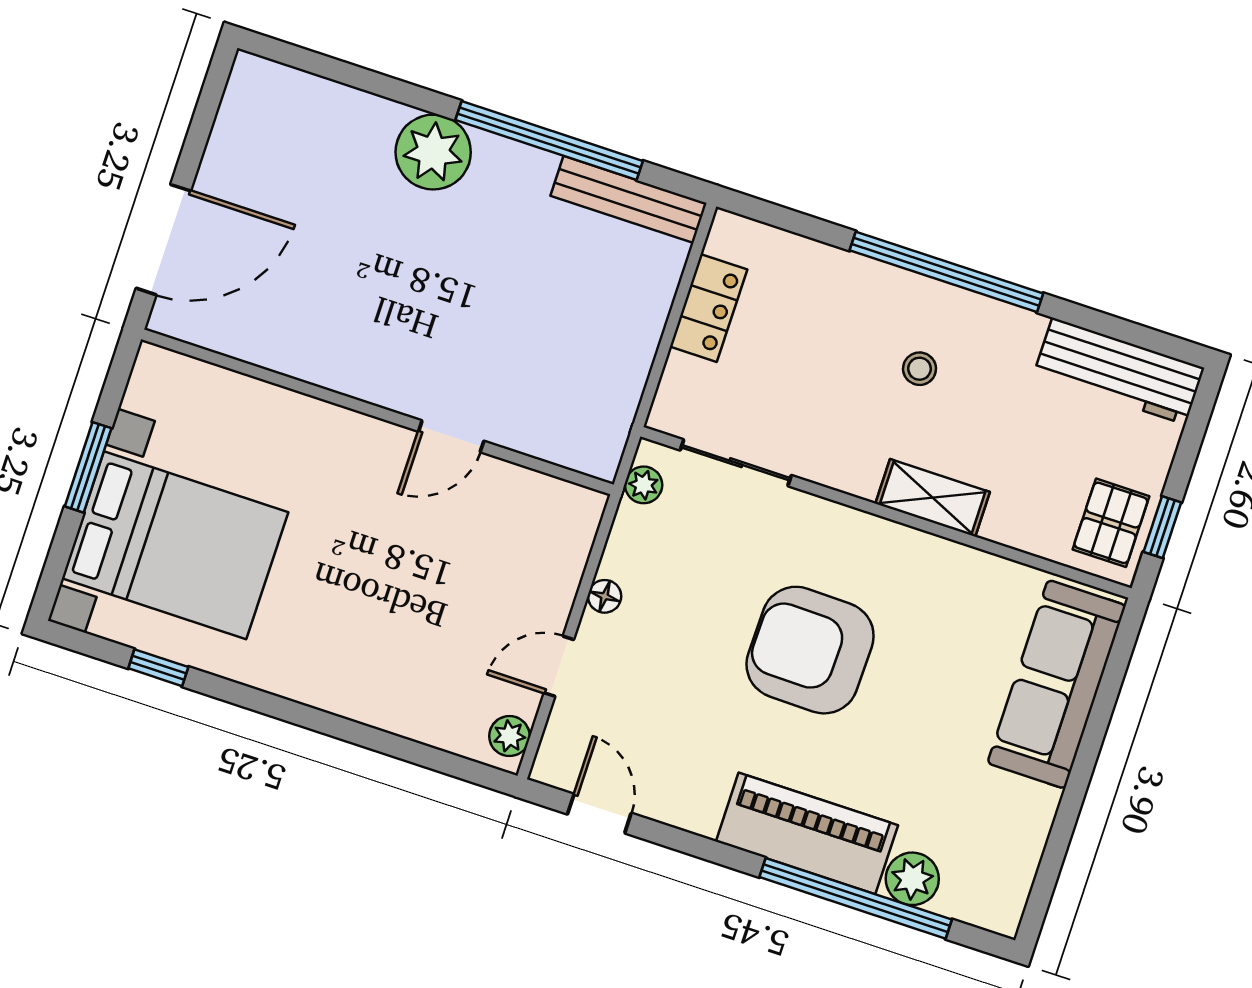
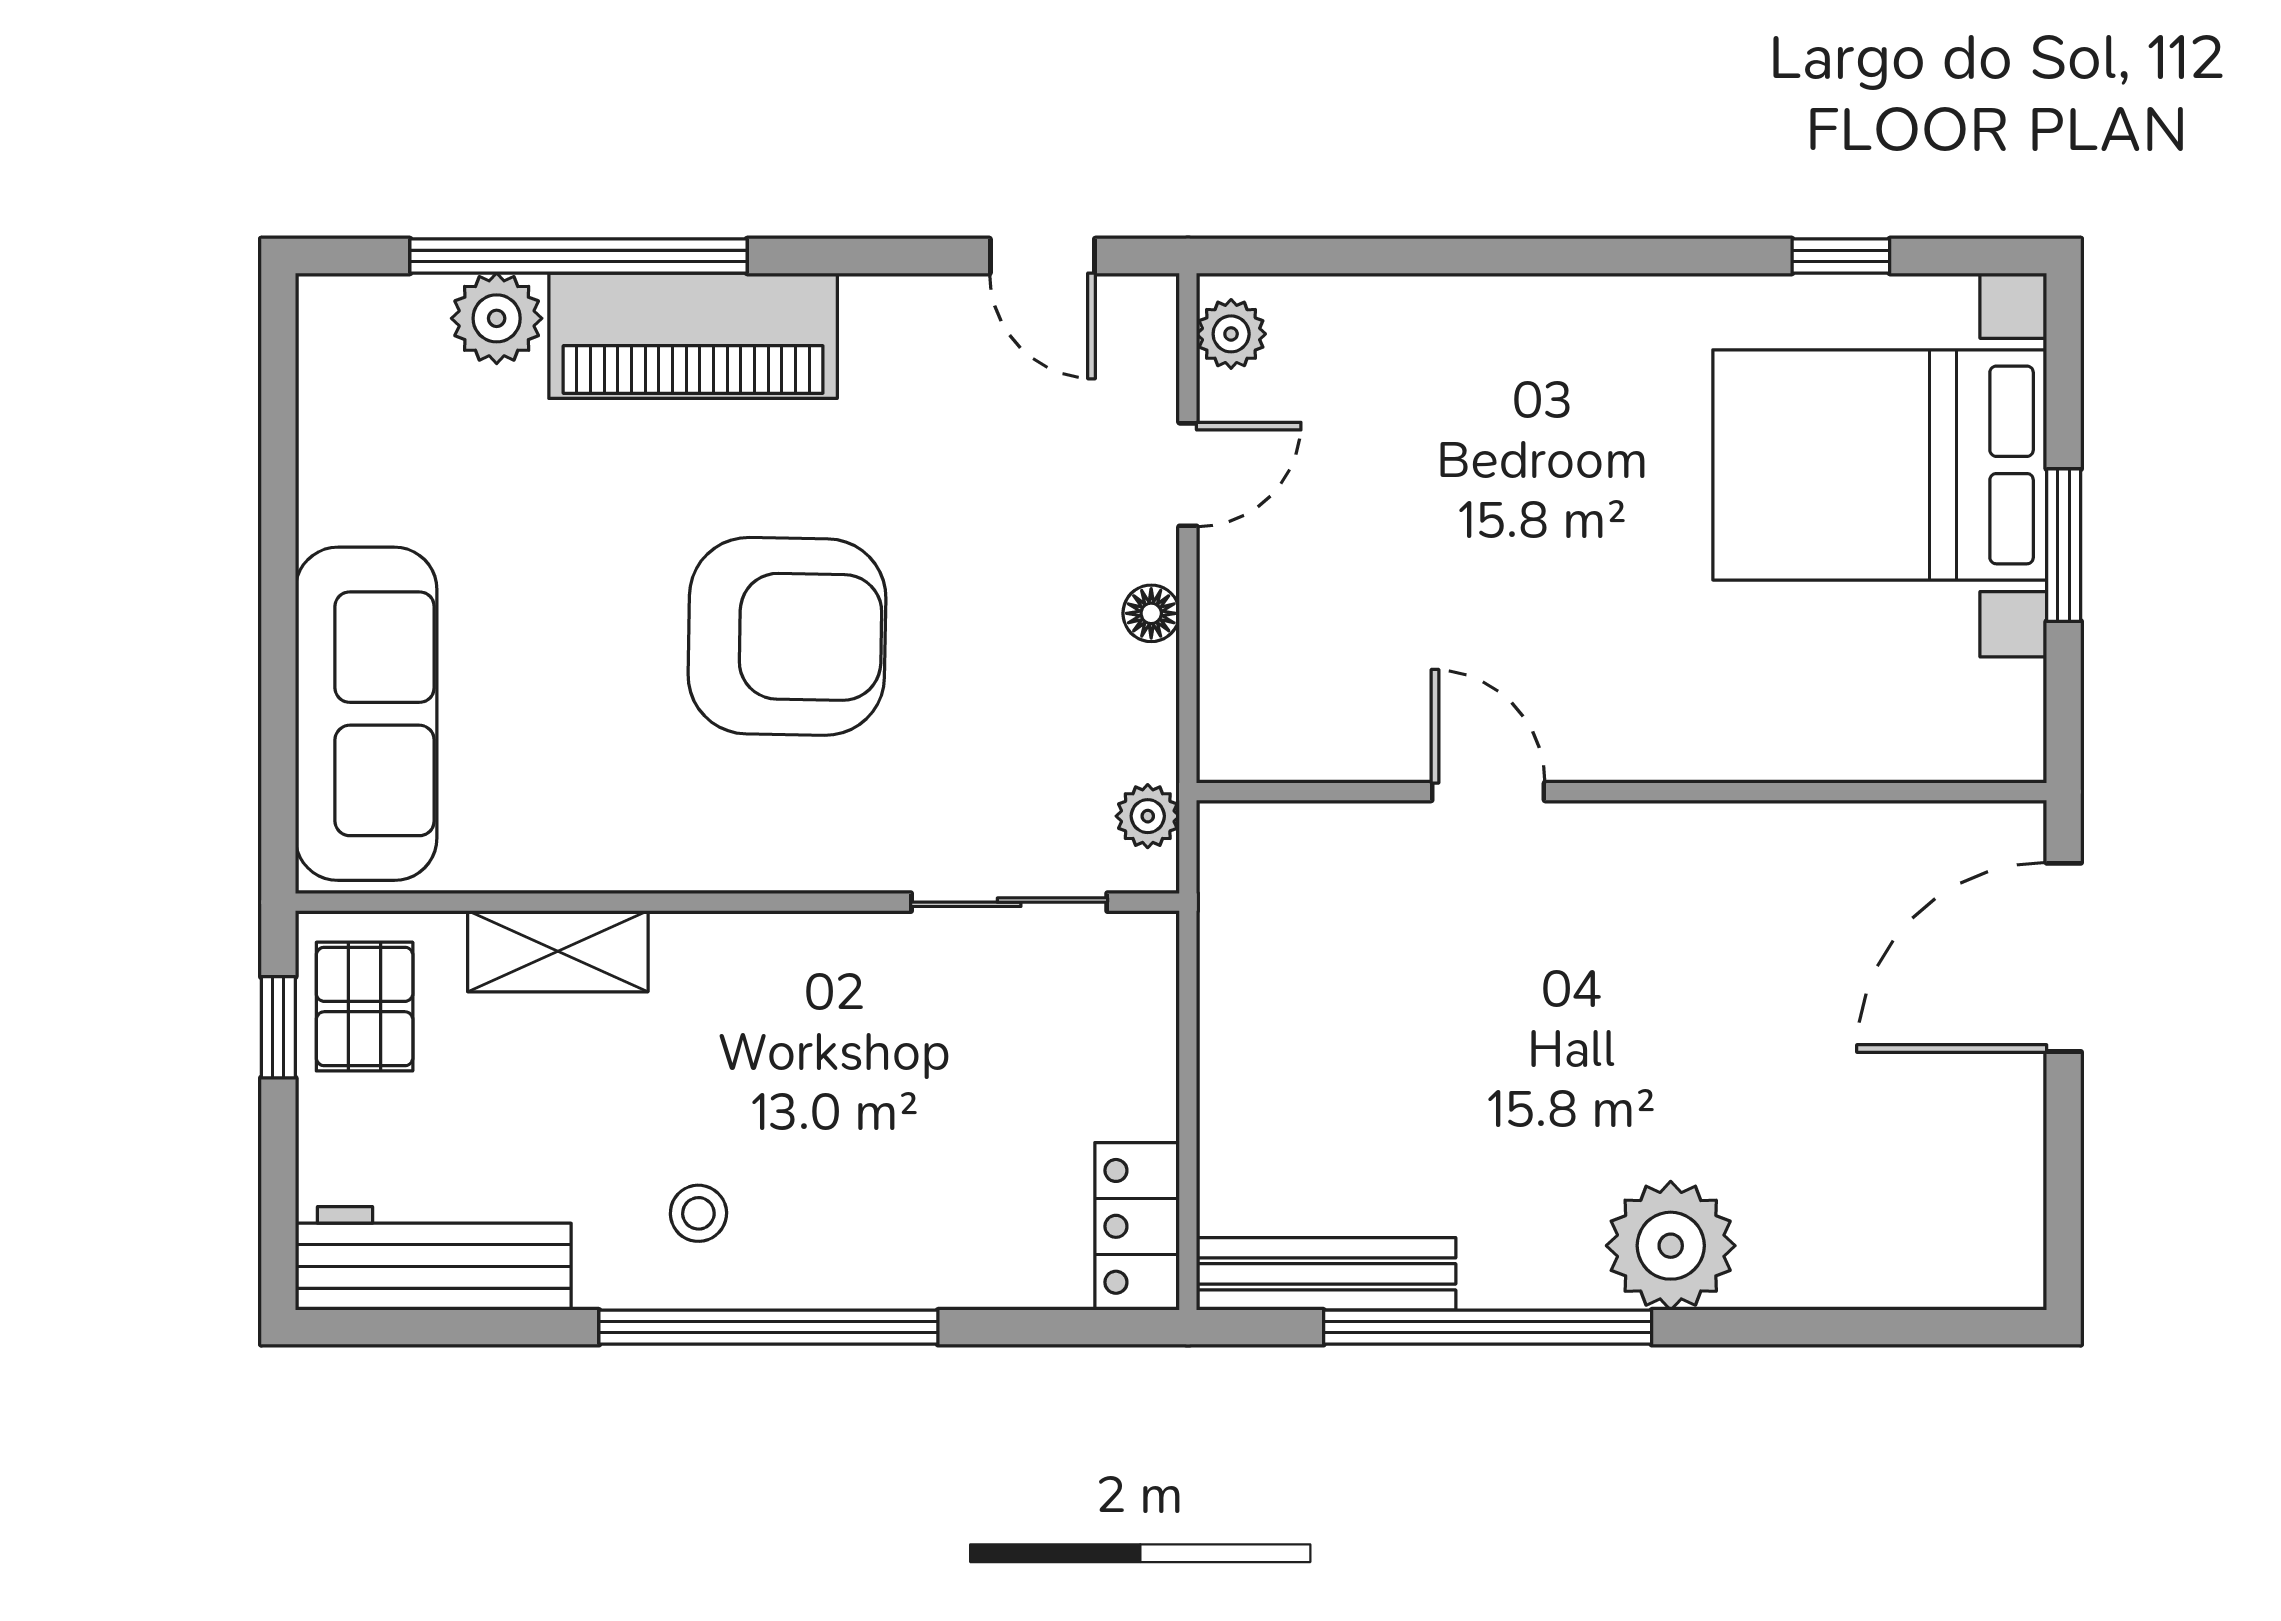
locker: (709, 308) -> (1137, 1226), moved
stool: (920, 369) -> (698, 1213), moved
door: (451, 436) -> (1488, 792), hinge flipped
shelving: (933, 498) -> (558, 951), moved

